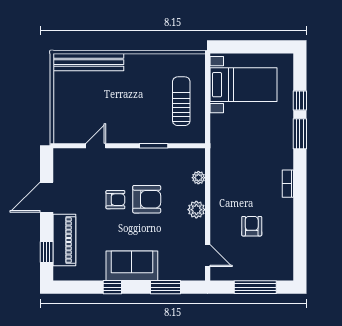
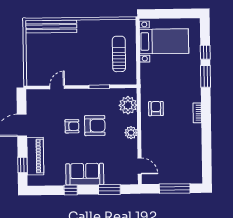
plant: (198, 178) -> (128, 105), width x1.87, depth x1.87
armchair: (252, 226) -> (156, 109), moved

